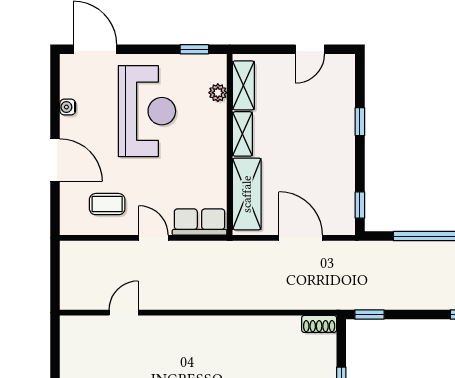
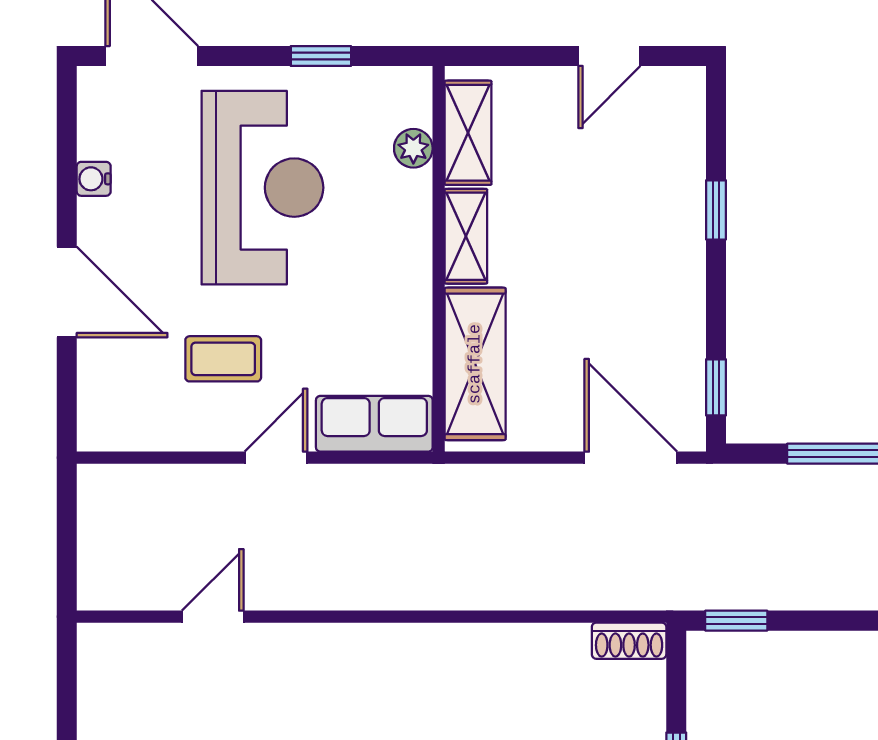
window: (194, 49) -> (321, 56), moved
coffee table: (107, 204) -> (223, 359), moved
door: (153, 238) -> (276, 458), hinge flipped
door: (301, 238) -> (631, 458), moved

